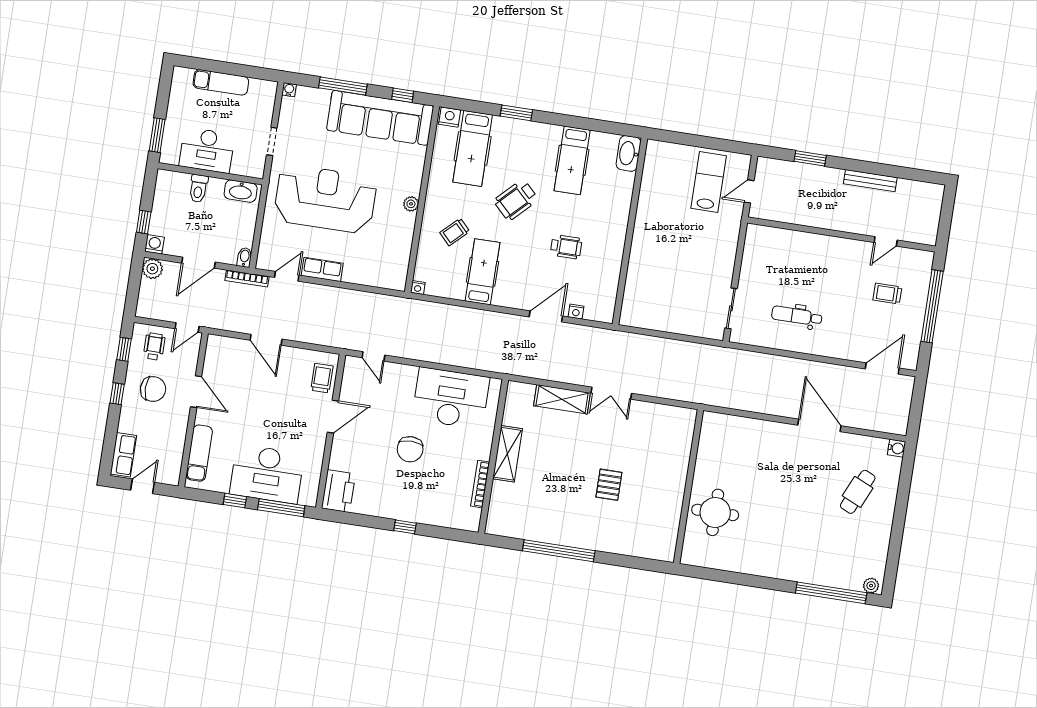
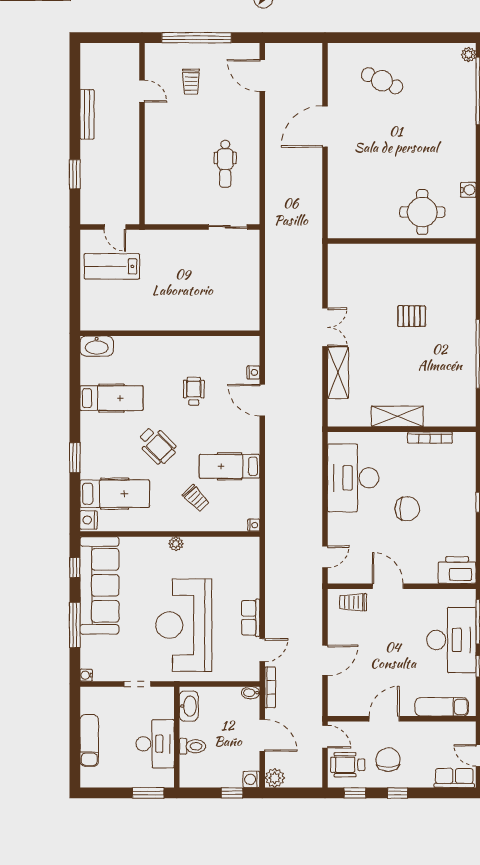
door: (287, 276) -> (262, 650), swing flipped
wheelchair: (154, 346) -> (348, 765), width x1.36, depth x1.37
water cooler: (896, 448) -> (468, 190), moved, turned 90

